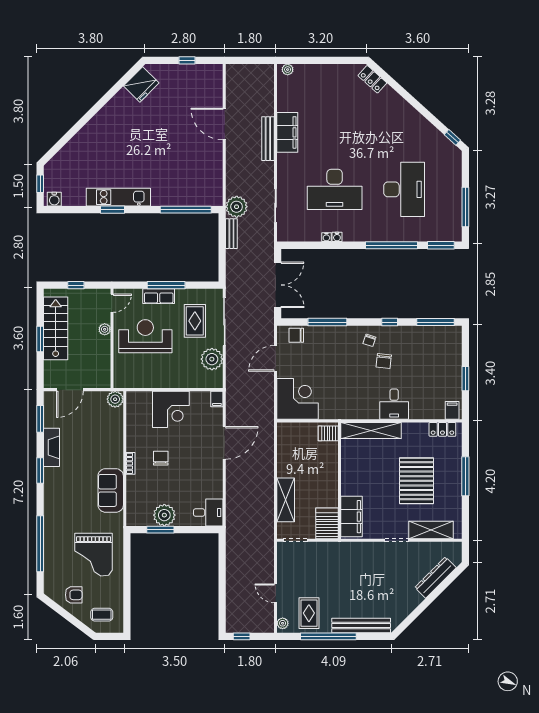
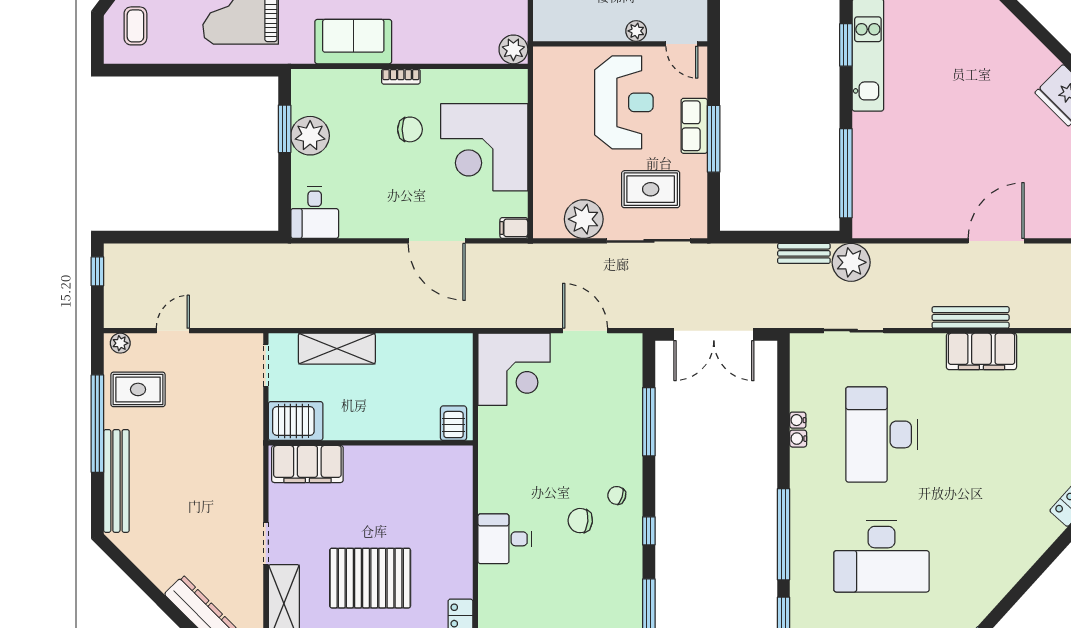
chair: (296, 335) -> (626, 367), removed
corner desk: (171, 409) -> (484, 147), width x1.36, depth x1.36
shelving: (371, 431) -> (458, 498), removed

